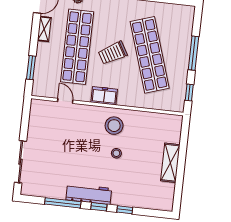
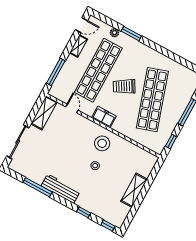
window: (31, 68) -> (56, 72), width x1.44
shelving: (36, 118) -> (44, 113), added
window: (99, 207) -> (108, 226), moved

